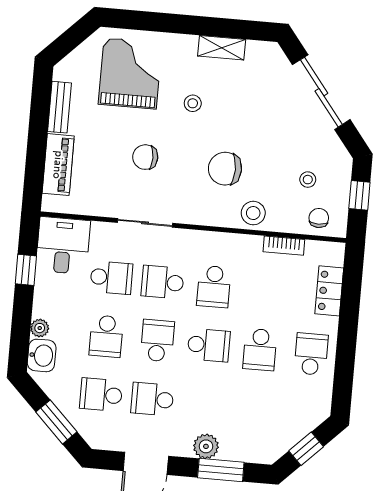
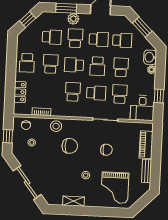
school desk: (111, 278) -> (120, 94), turned 90
school desk: (204, 404) -> (75, 38), added
school desk: (255, 408) -> (52, 37), added

